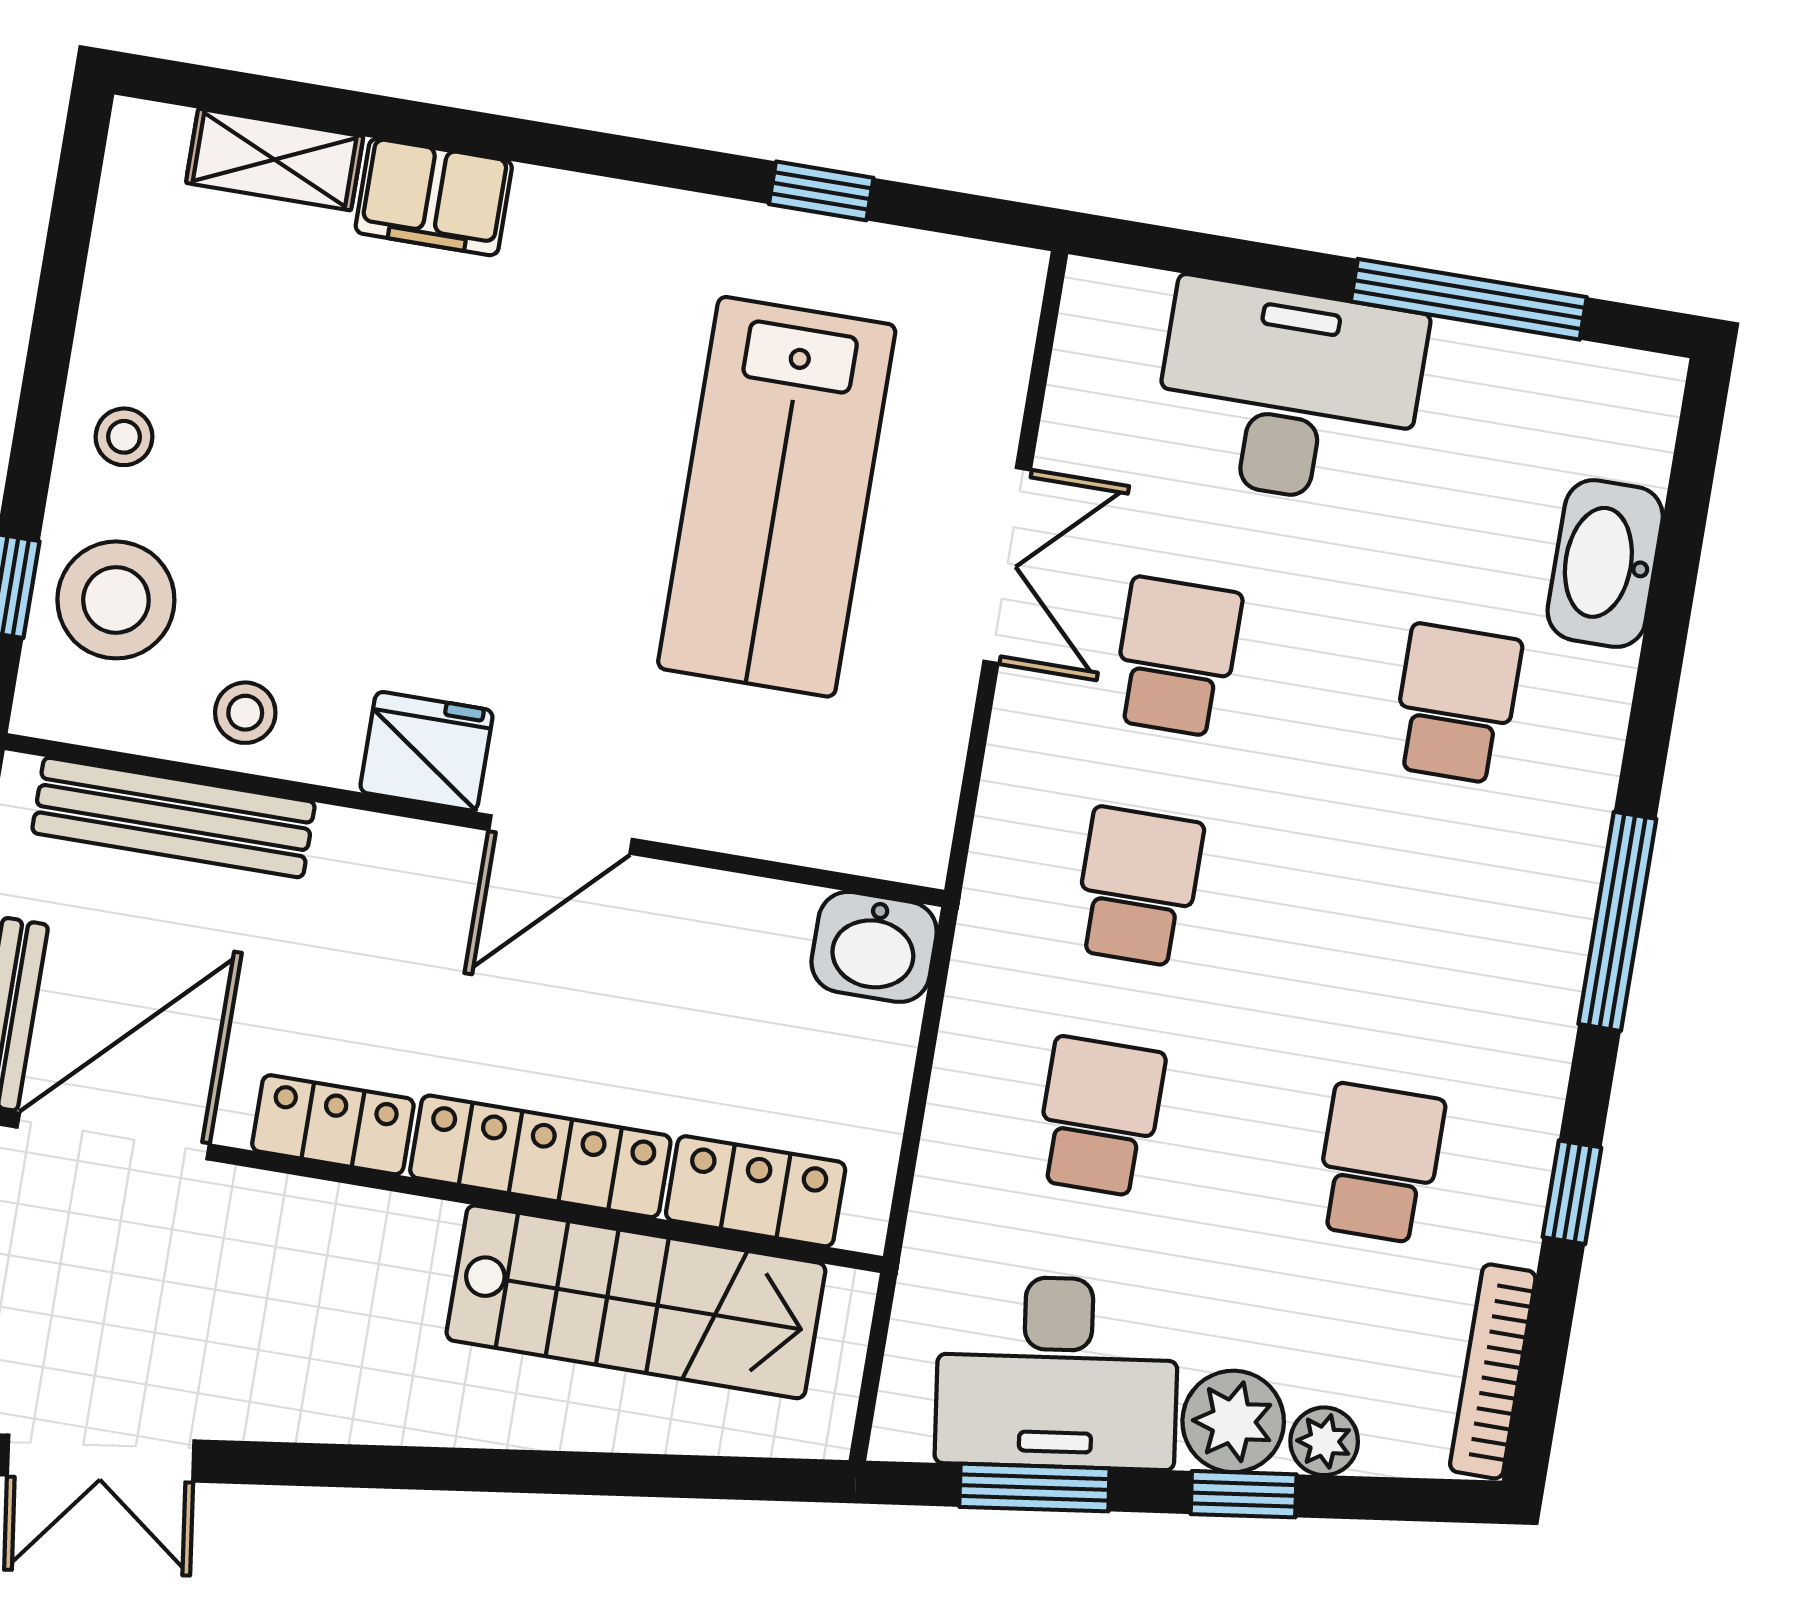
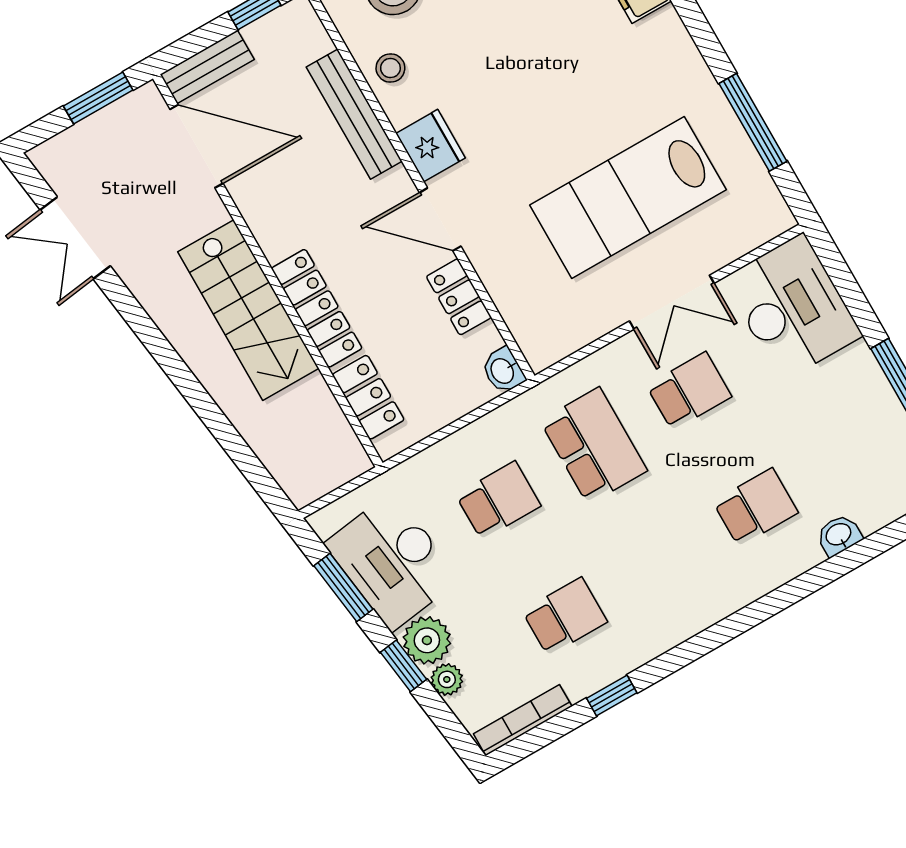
window: (821, 191) -> (753, 122), width x2.17
desk: (1289, 393) -> (792, 307), moved
washbasin: (1605, 564) -> (839, 535), width x0.52, depth x0.69
bench: (173, 817) -> (354, 114), moved
school desk: (1138, 887) -> (594, 446), width x1.85
window: (1617, 921) -> (724, 631), removed
washbasin: (874, 947) -> (503, 371), width x0.72, depth x0.69
locker: (333, 1125) -> (459, 297), moved, turned 180
stairs: (636, 1302) -> (248, 310), moved

